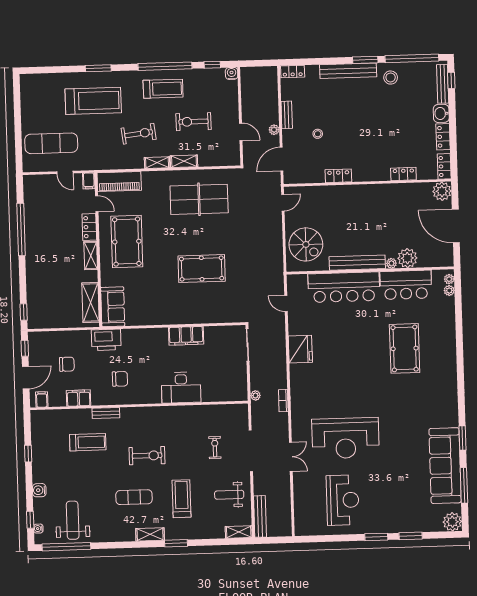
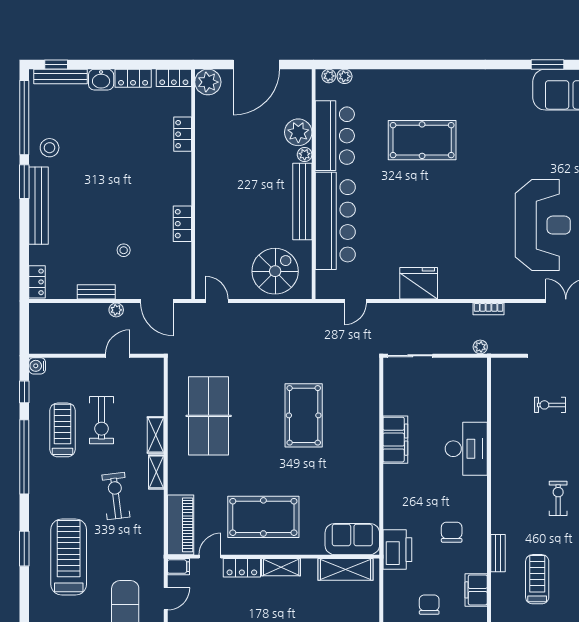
treadmill: (163, 89) -> (63, 430), moved
exercise bike: (147, 456) -> (558, 498), width x0.73, depth x0.72

